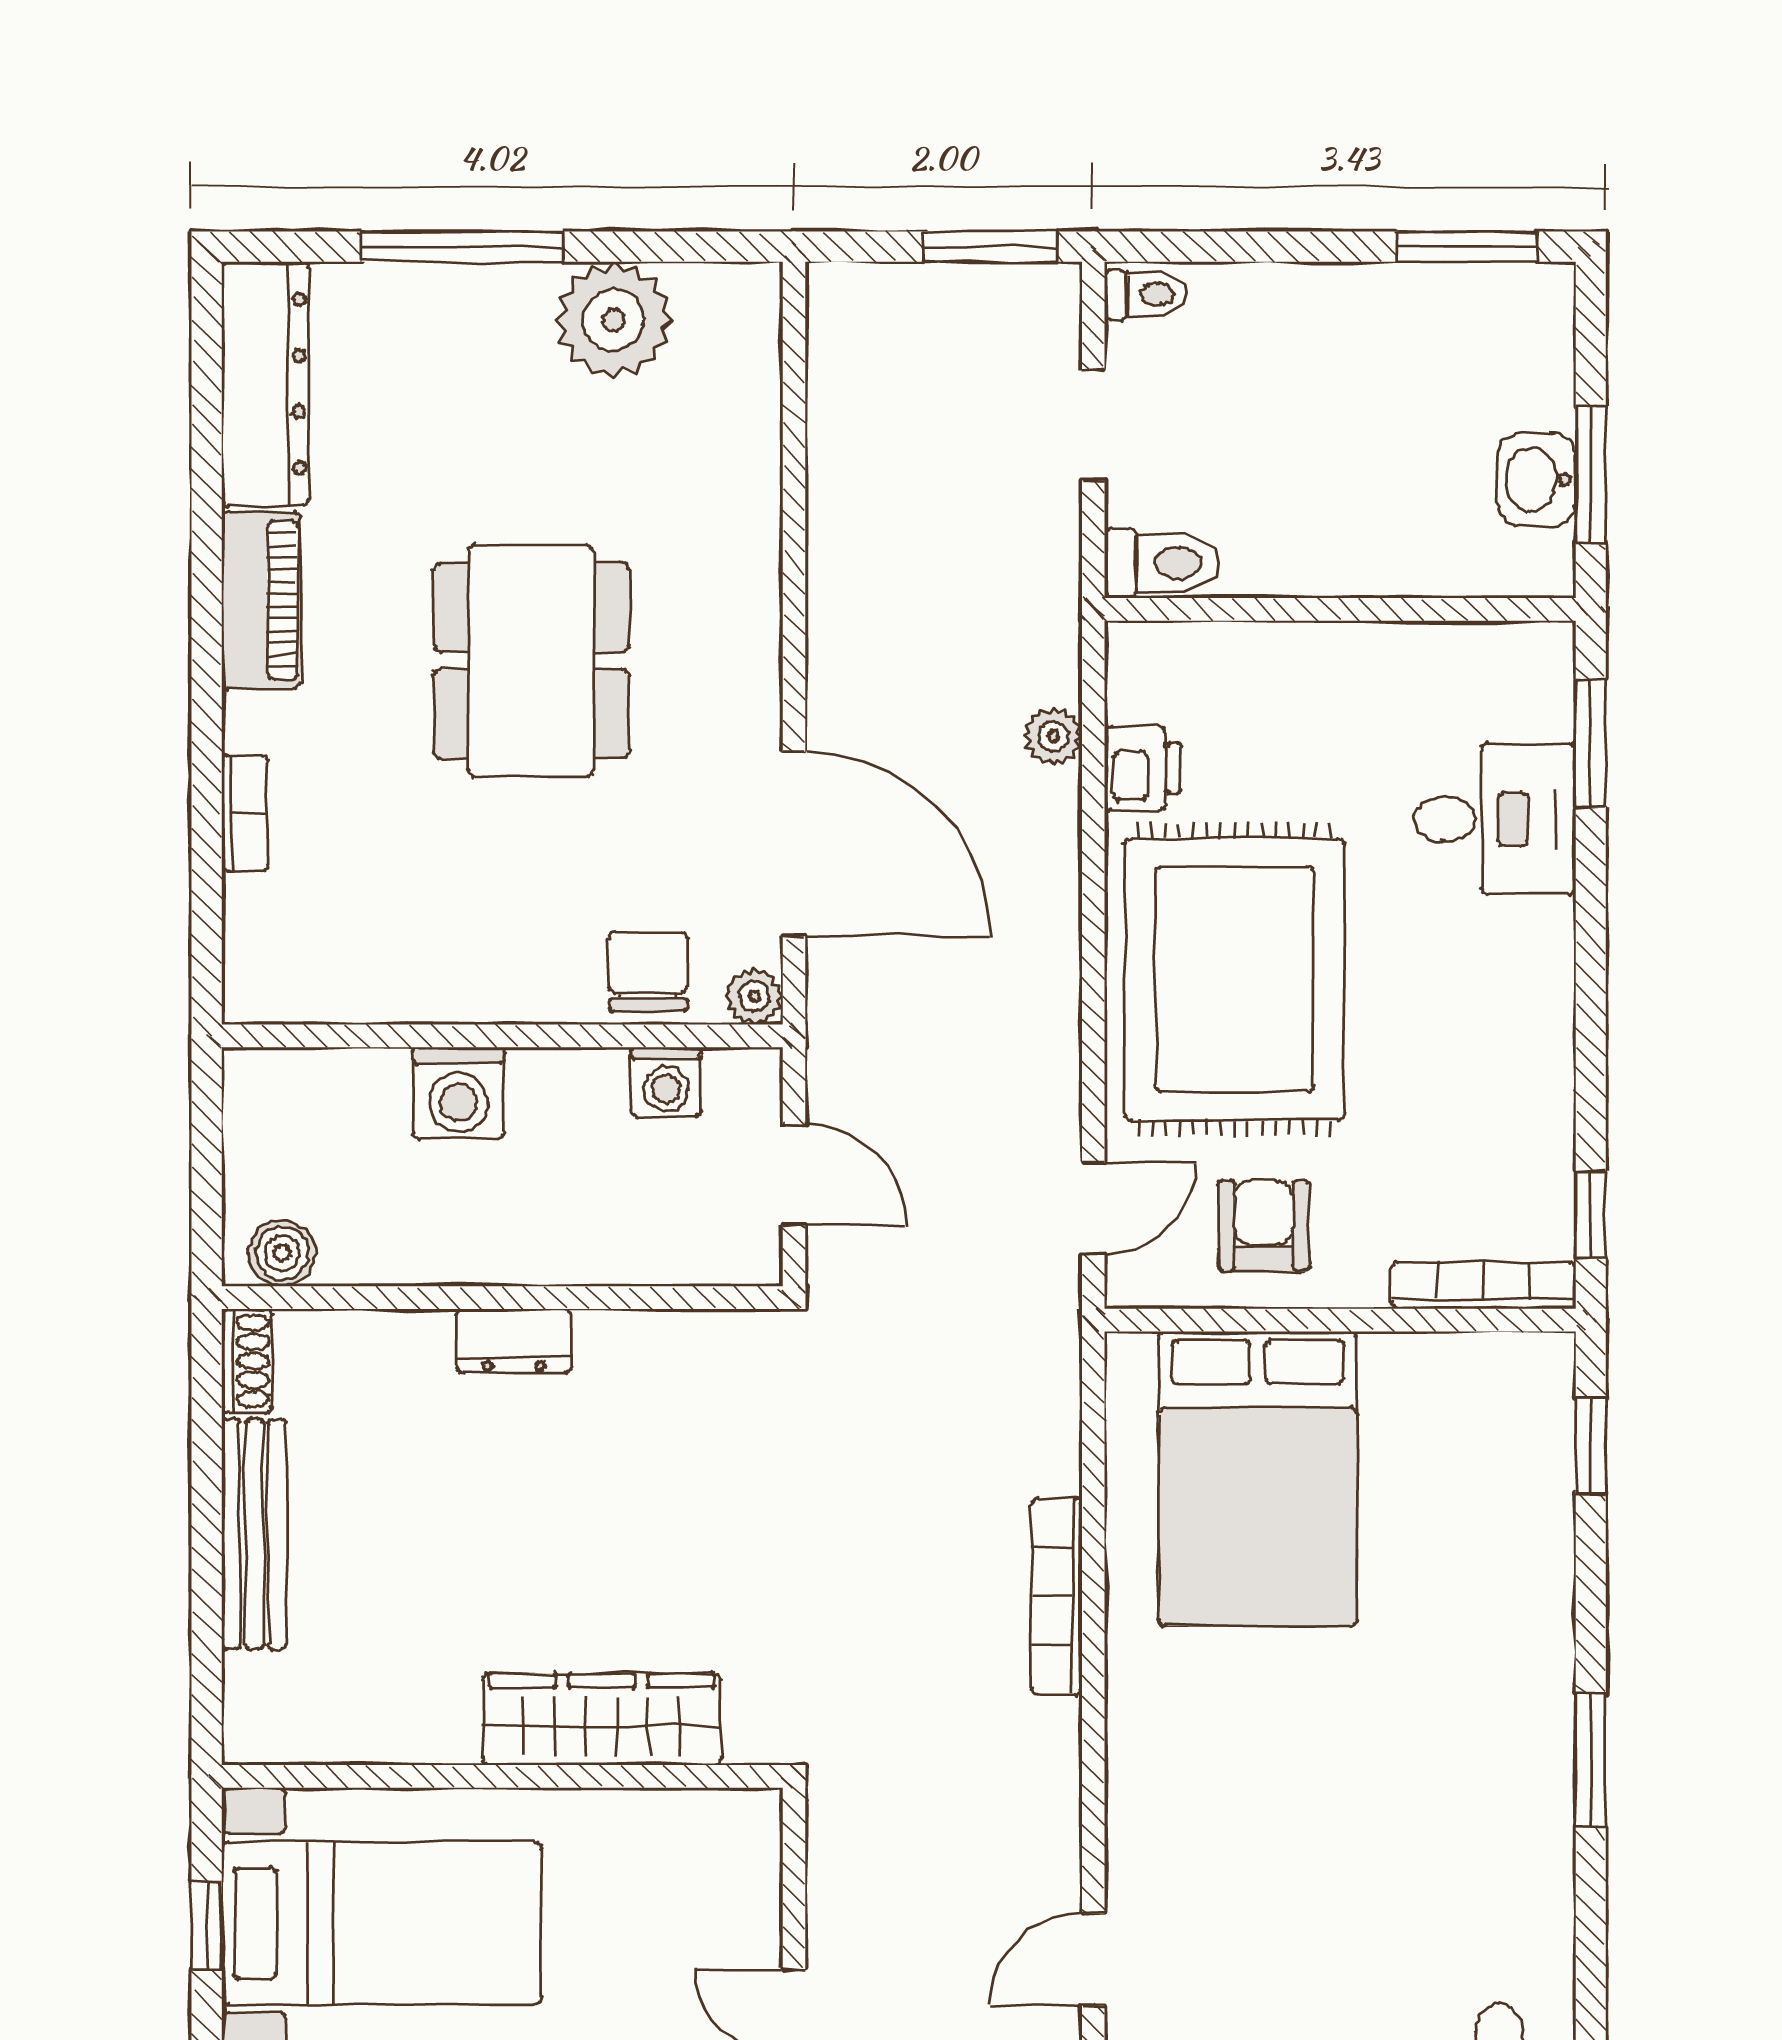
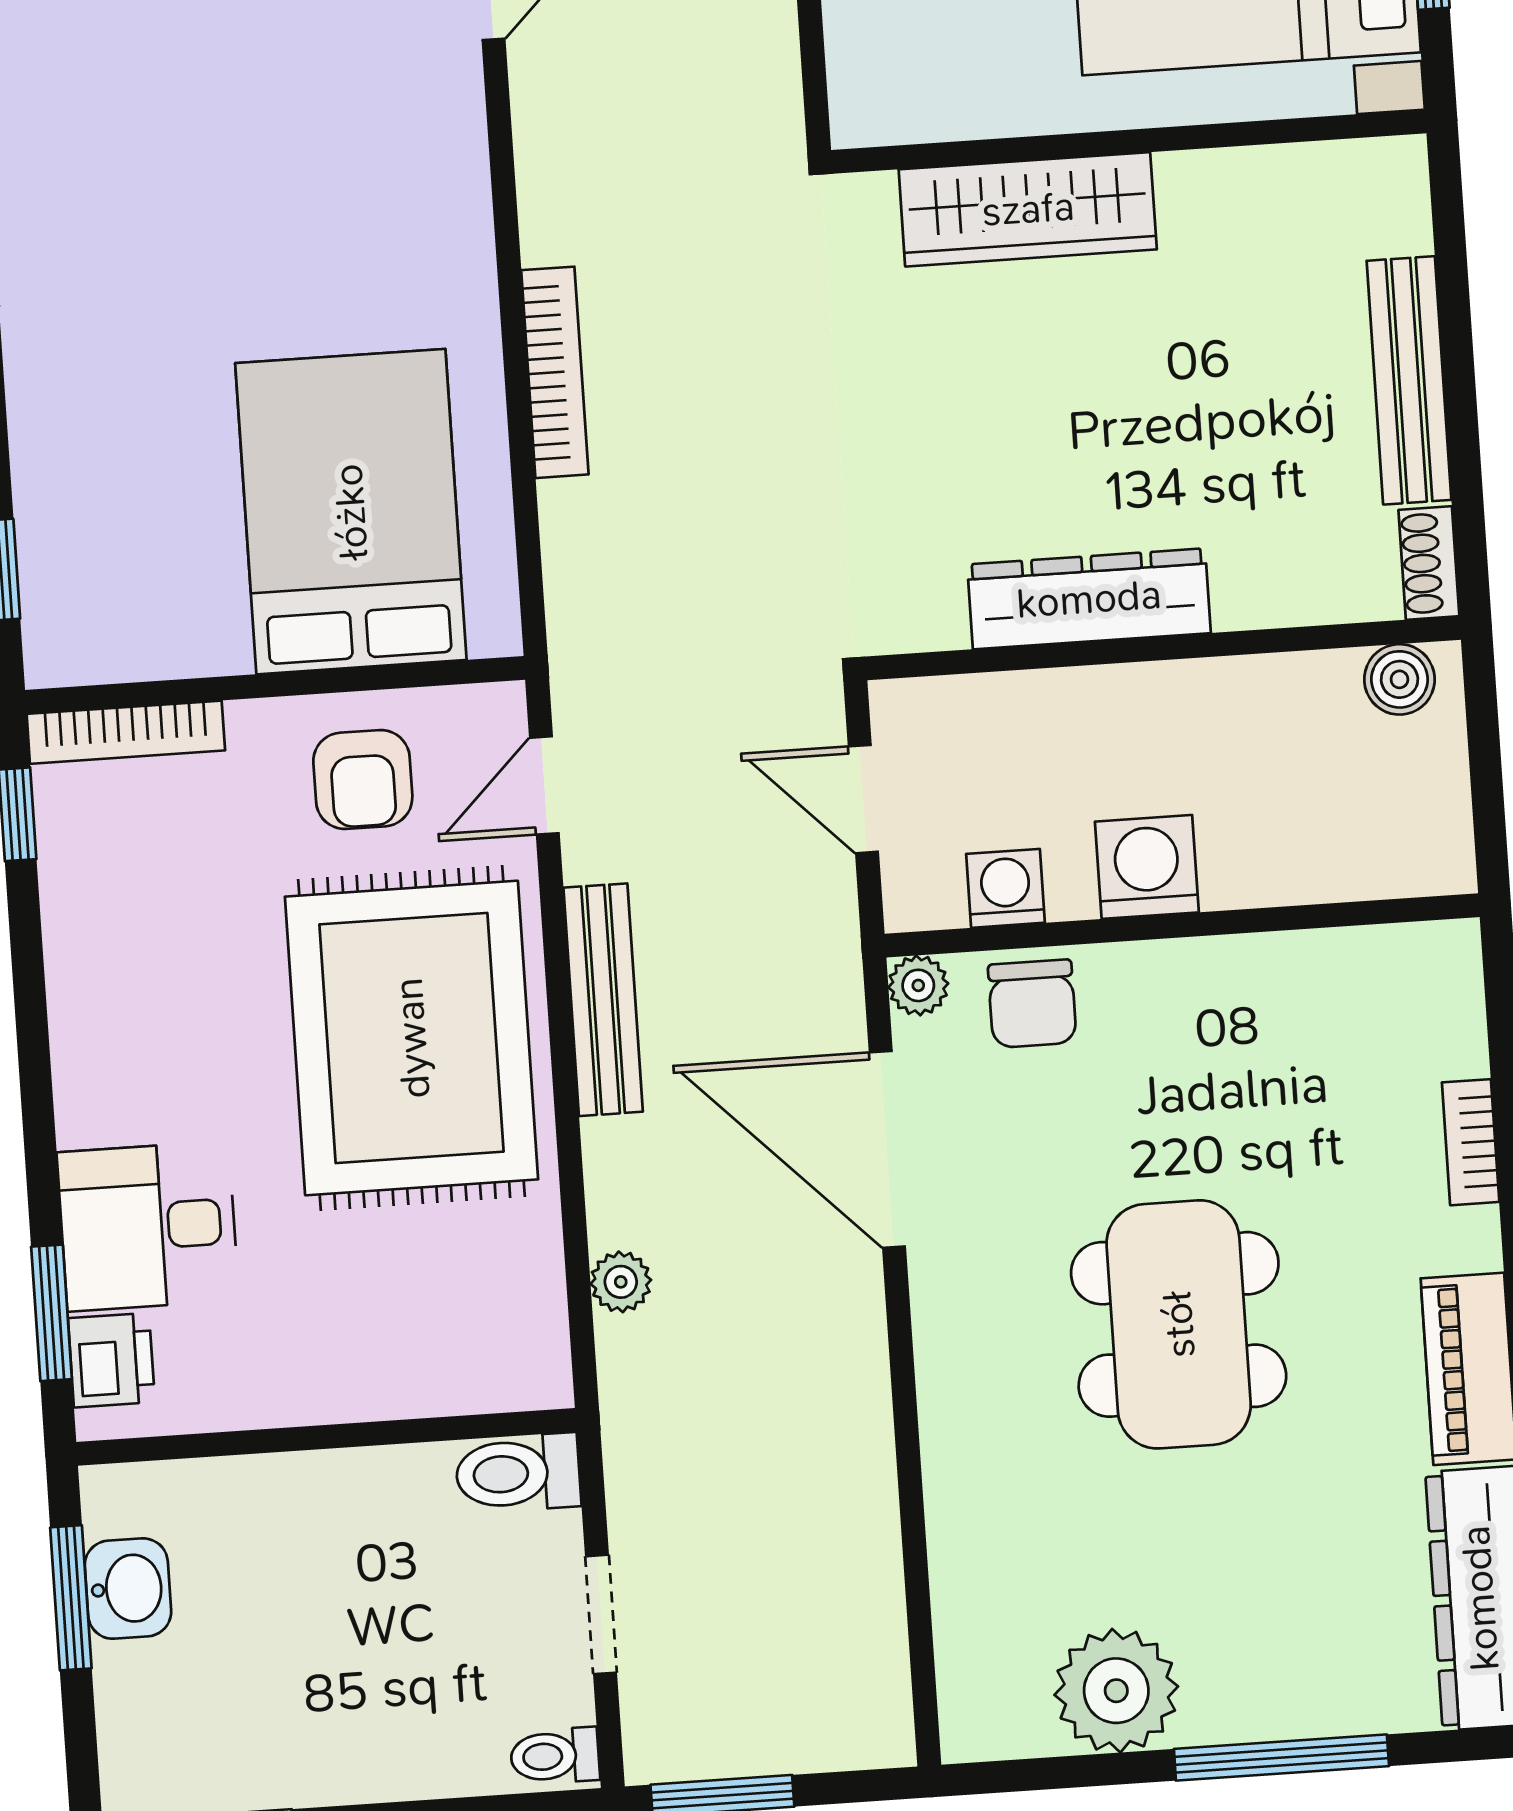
printer: (1143, 768) -> (111, 1360), moved, turned 180
bench: (1052, 1003) -> (603, 1000), added
washing machine: (458, 1093) -> (1147, 867), moved
dresser: (514, 1341) -> (1089, 599), width x1.96, depth x1.24

